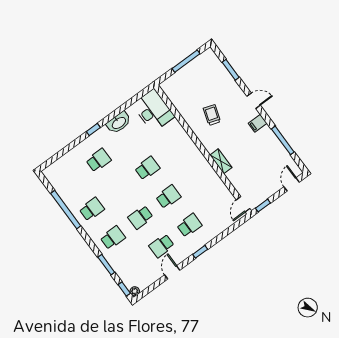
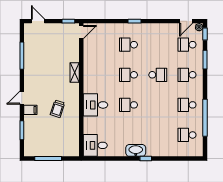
door: (254, 101) -> (22, 98), hinge flipped
desk: (153, 111) -> (95, 145), width x0.73
washbasin: (119, 123) -> (136, 150), moved
filing cabinet: (258, 123) -> (30, 110), moved
desk: (179, 145) -> (95, 105), added
school desk: (98, 160) -> (187, 135), moved
door: (292, 184) -> (38, 21), swing flipped
school desk: (162, 246) -> (187, 45), moved, turned 180
door: (172, 272) -> (186, 21), moved

